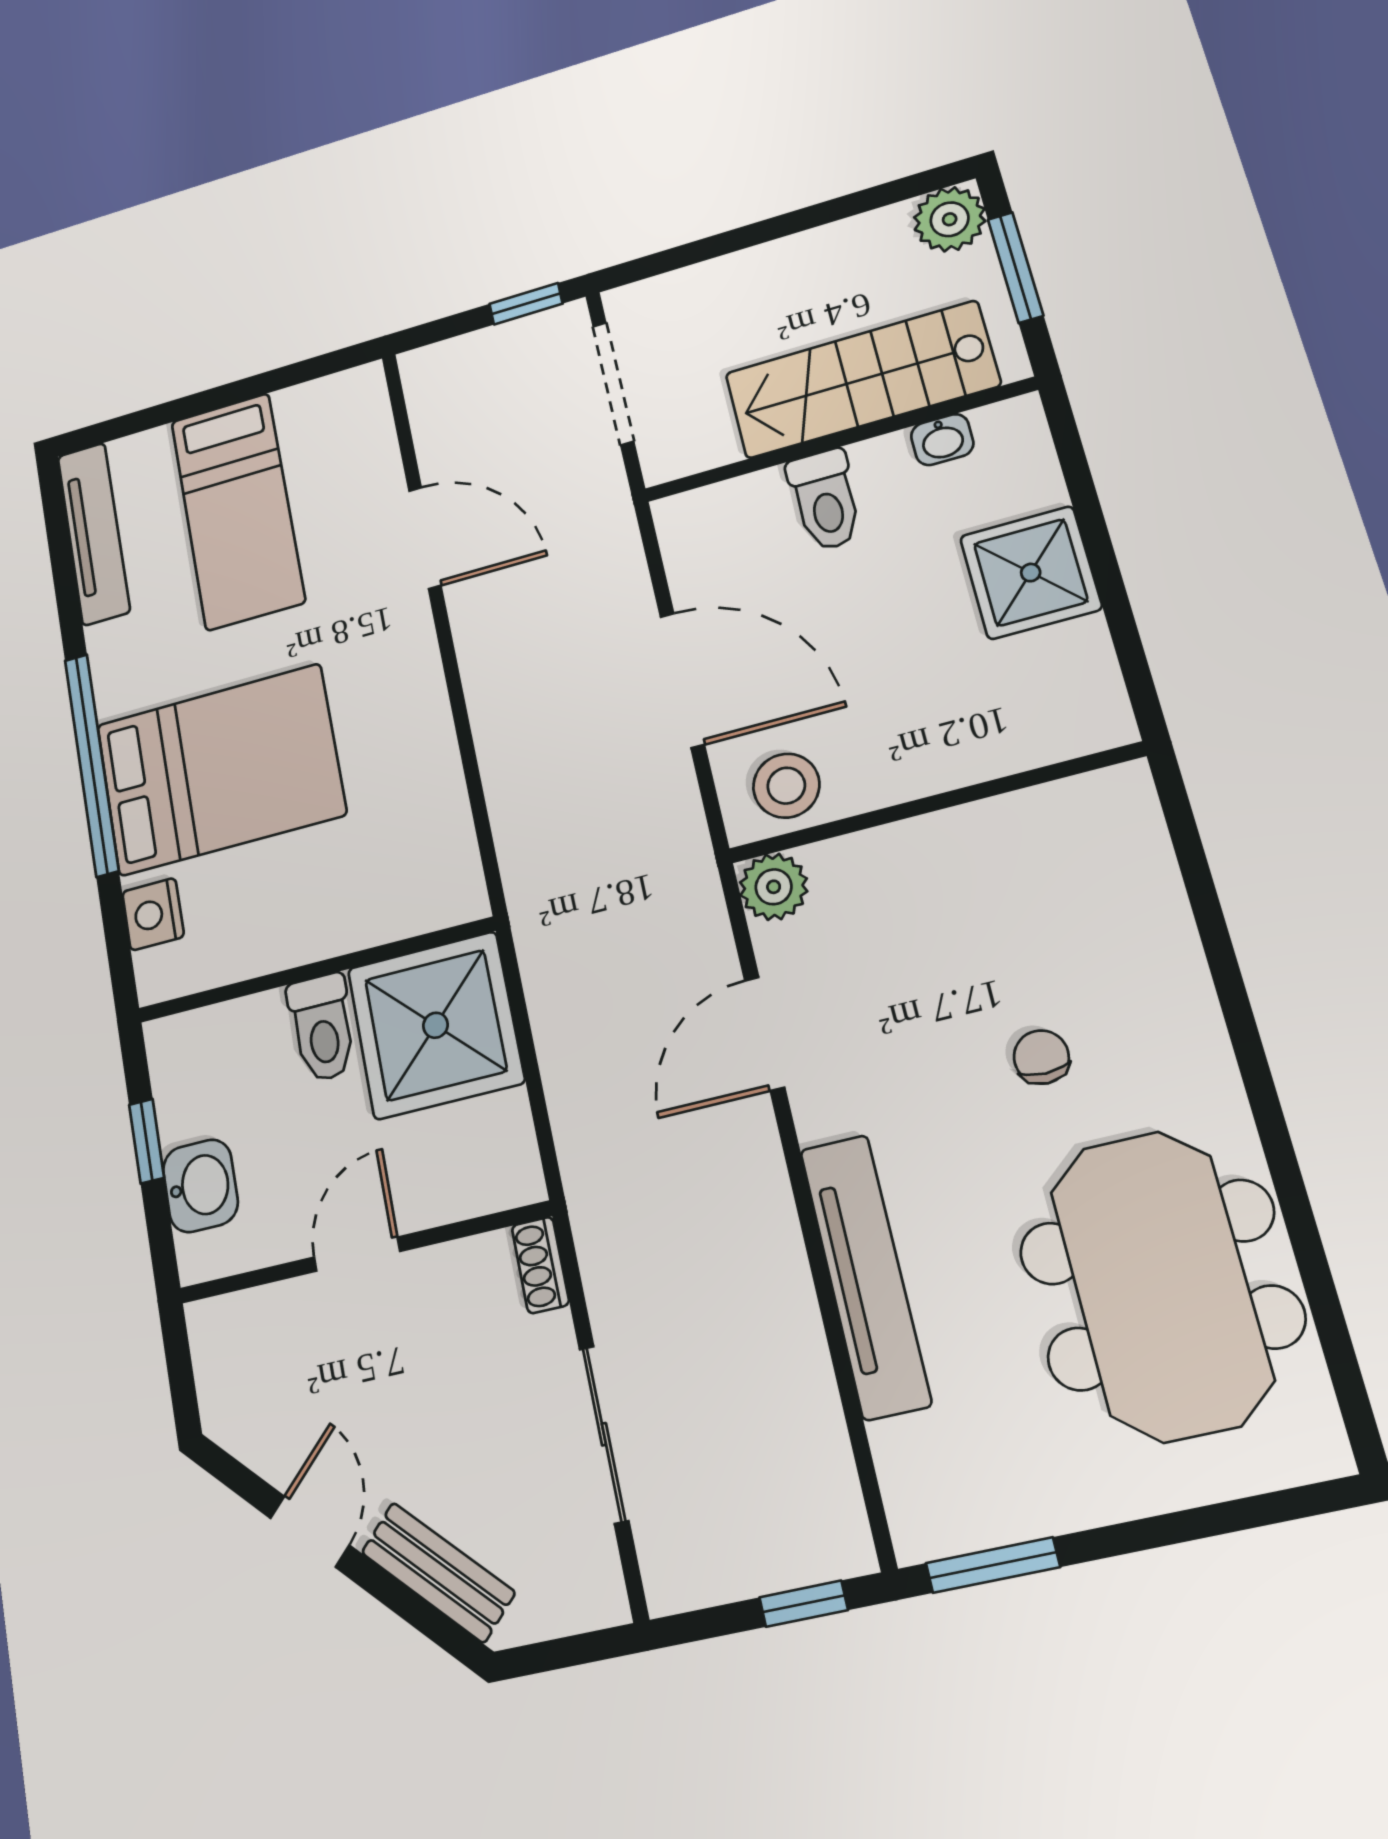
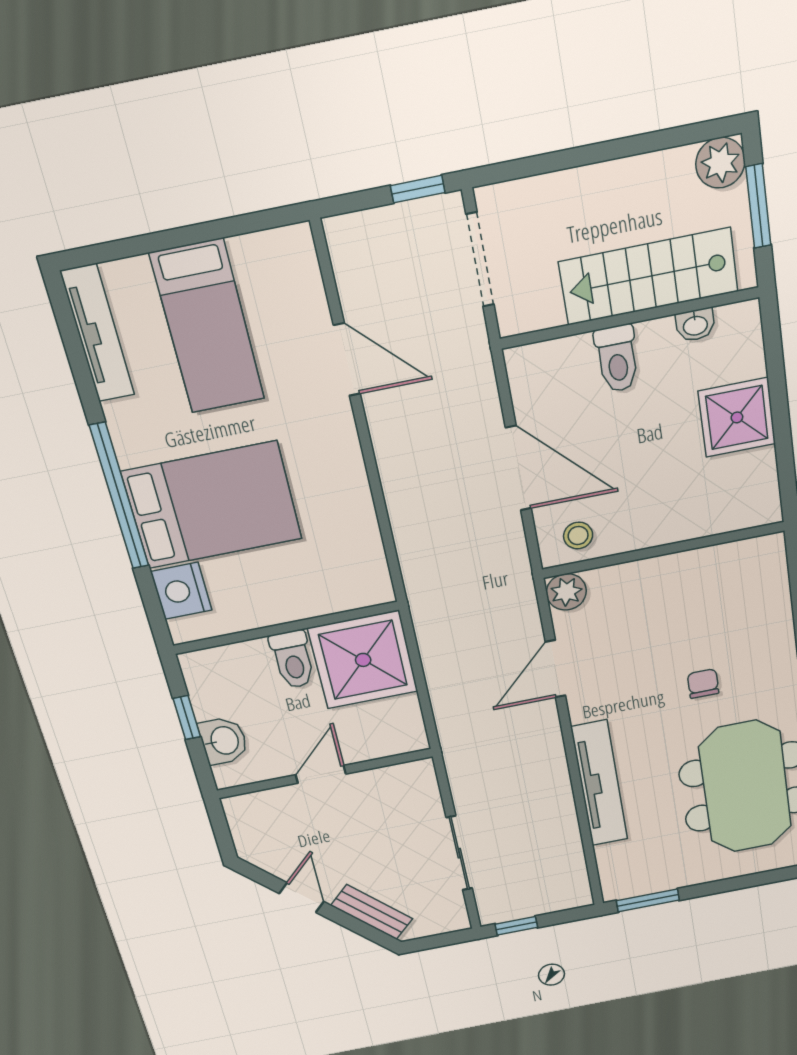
stool: (786, 786) -> (578, 536), width x0.73, depth x0.73
nightstand: (153, 914) -> (181, 591), width x1.36, depth x1.33
shoe rack: (540, 1265) -> (426, 779), removed
window: (804, 1604) -> (516, 926), moved

